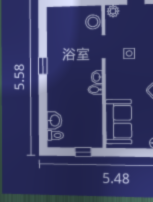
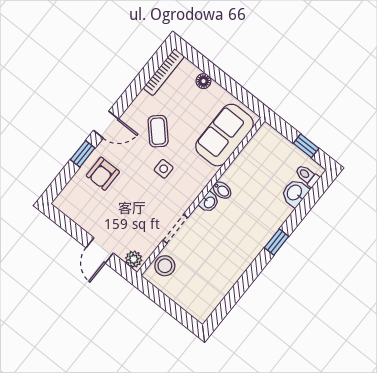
side table: (129, 53) -> (164, 169), moved
window: (43, 66) -> (277, 242), moved
window: (83, 152) -> (306, 146), moved

